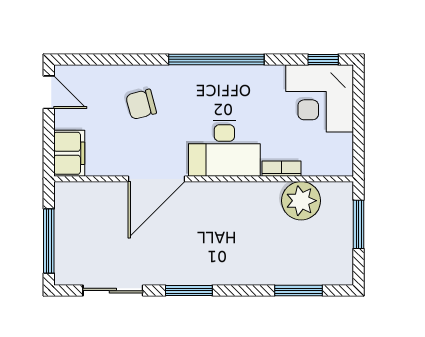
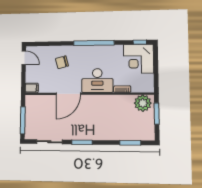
filing cabinet: (69, 153) -> (32, 88), width x0.50
plant: (301, 201) -> (143, 103), moved

